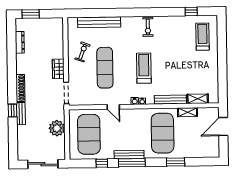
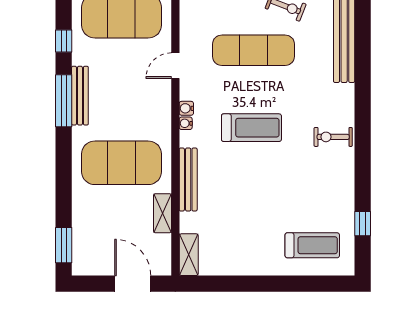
shelving: (198, 99) -> (189, 255), moved
window: (176, 162) -> (64, 245), moved

